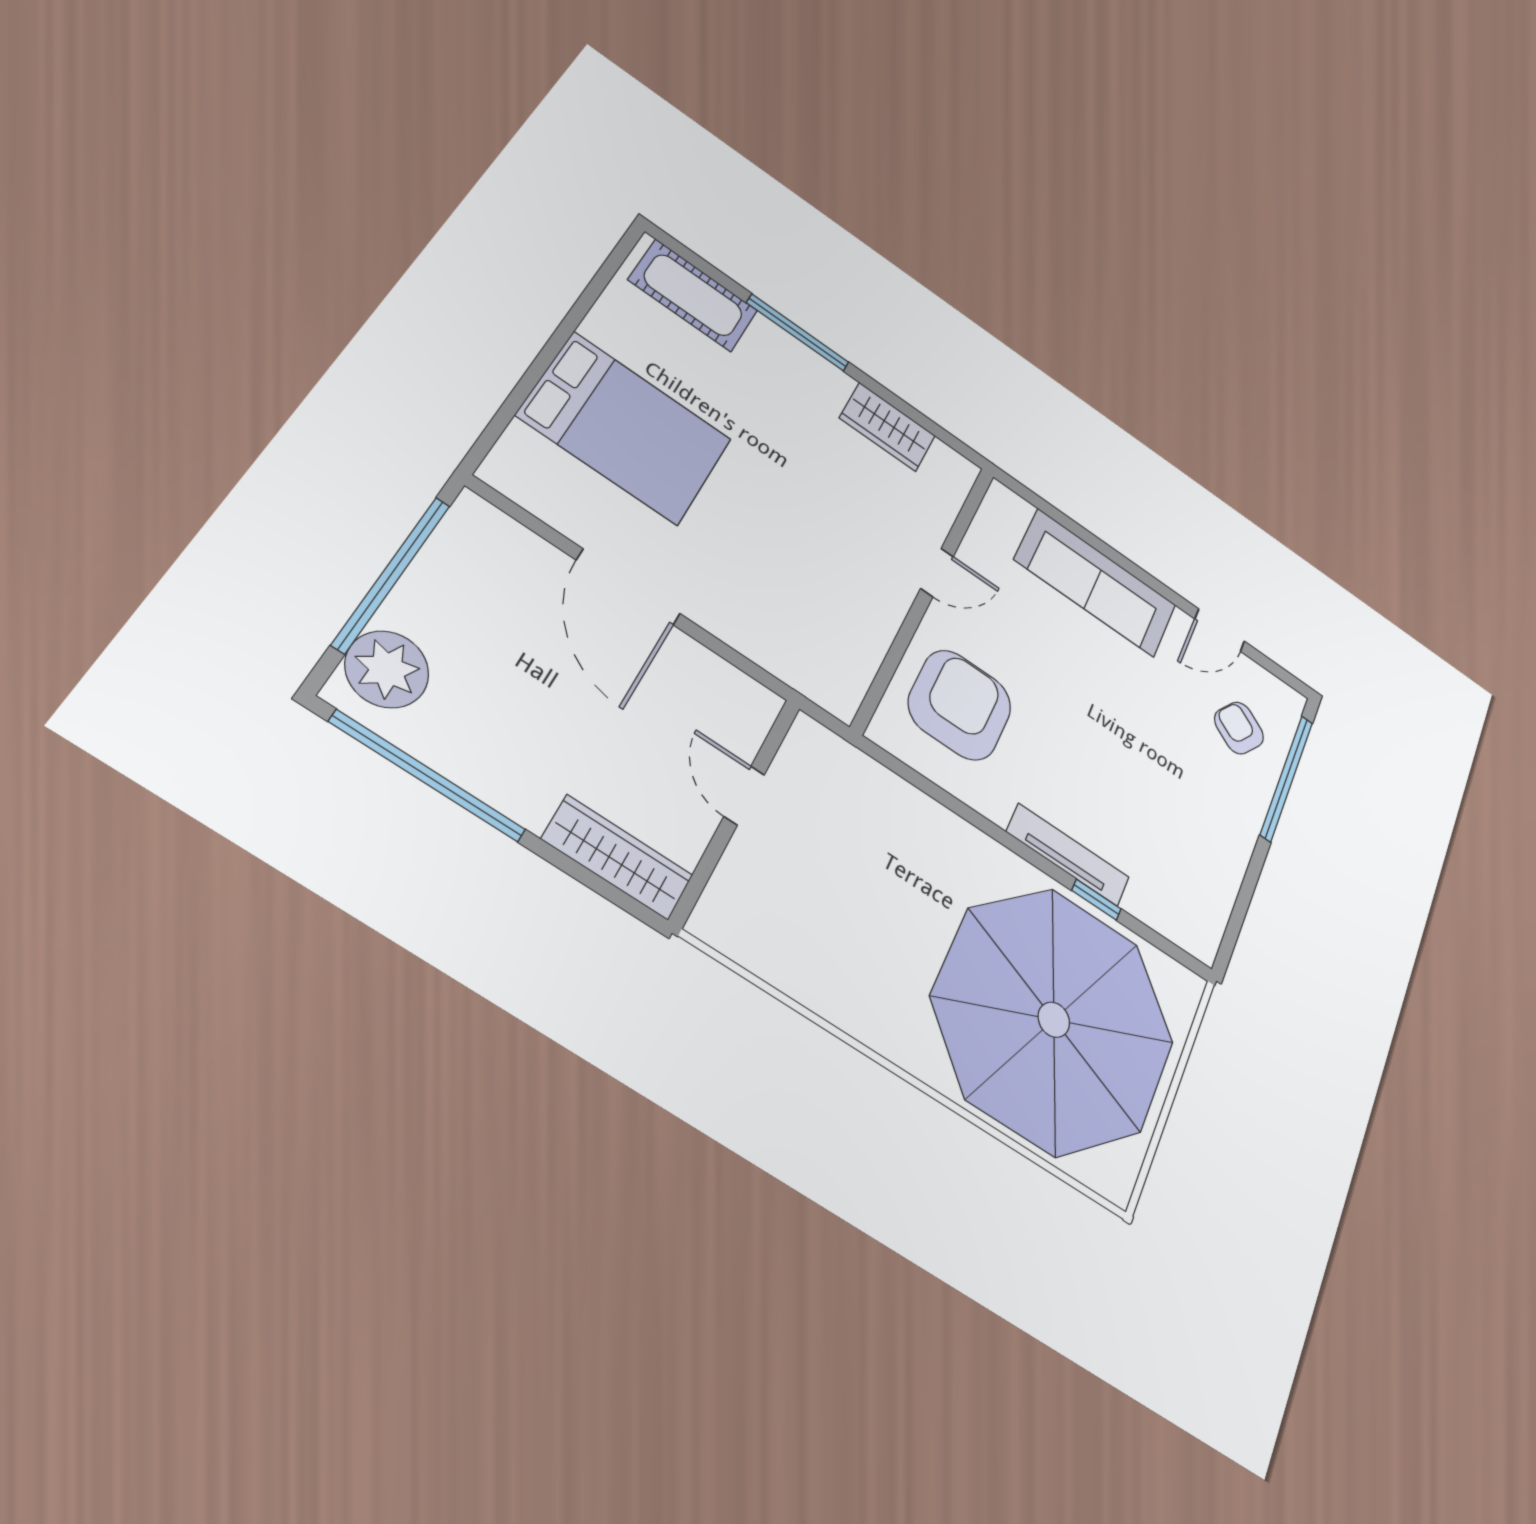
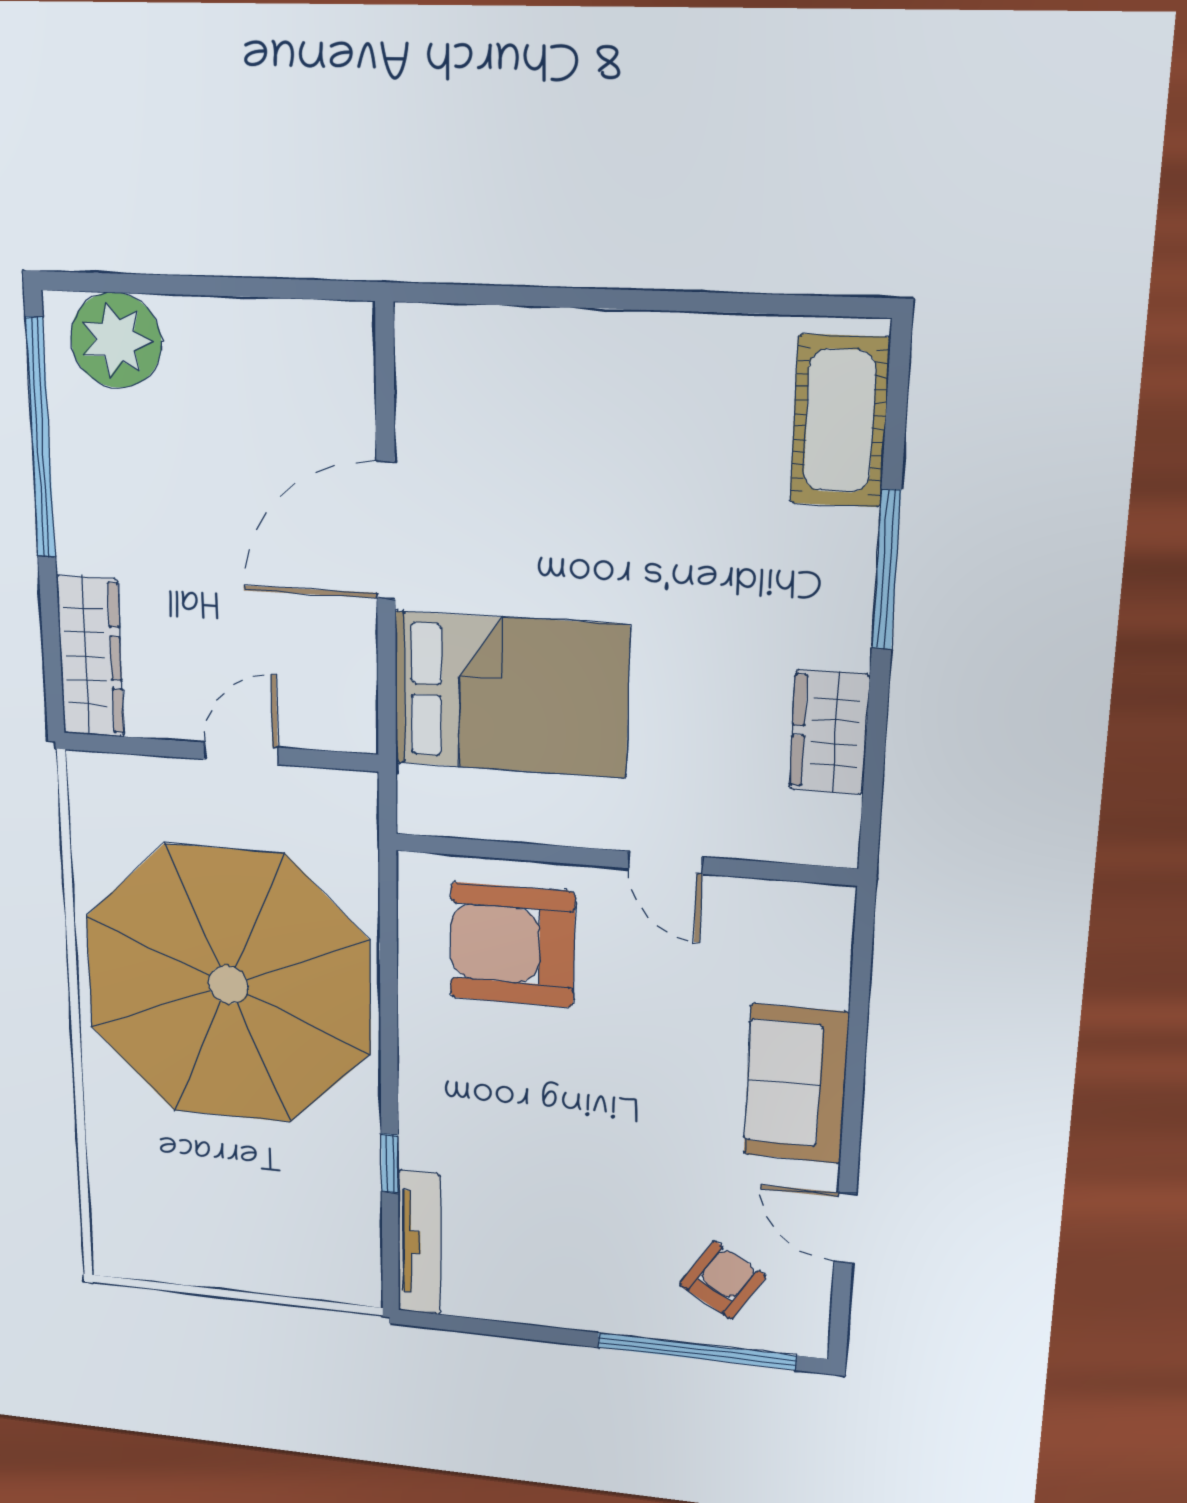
bed: (625, 428) -> (511, 695), moved, turned -90
window: (391, 574) -> (218, 286), removed
sofa: (1096, 582) -> (796, 1084), width x0.73
armchair: (960, 705) -> (512, 945), turned 180
tv unit: (1068, 855) -> (419, 1243), moved
parasol: (1054, 1020) -> (228, 985), moved

